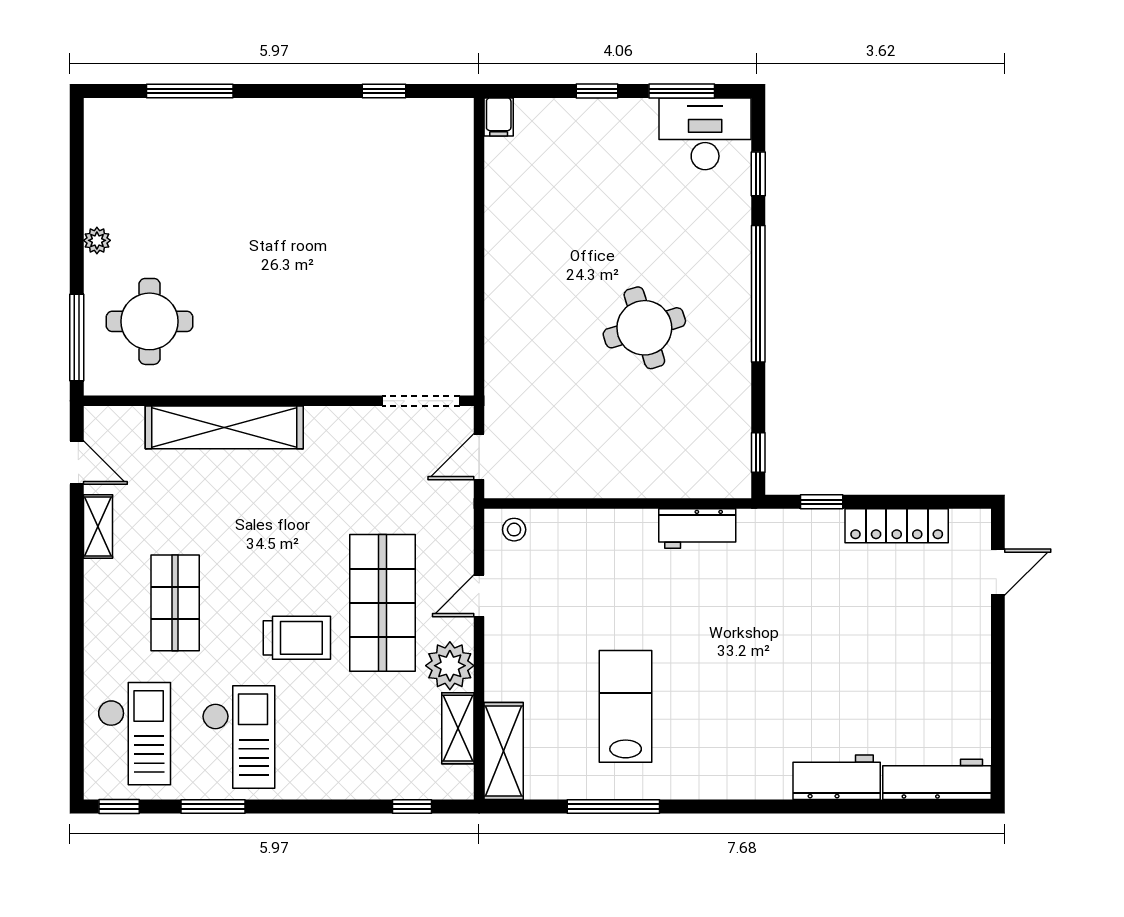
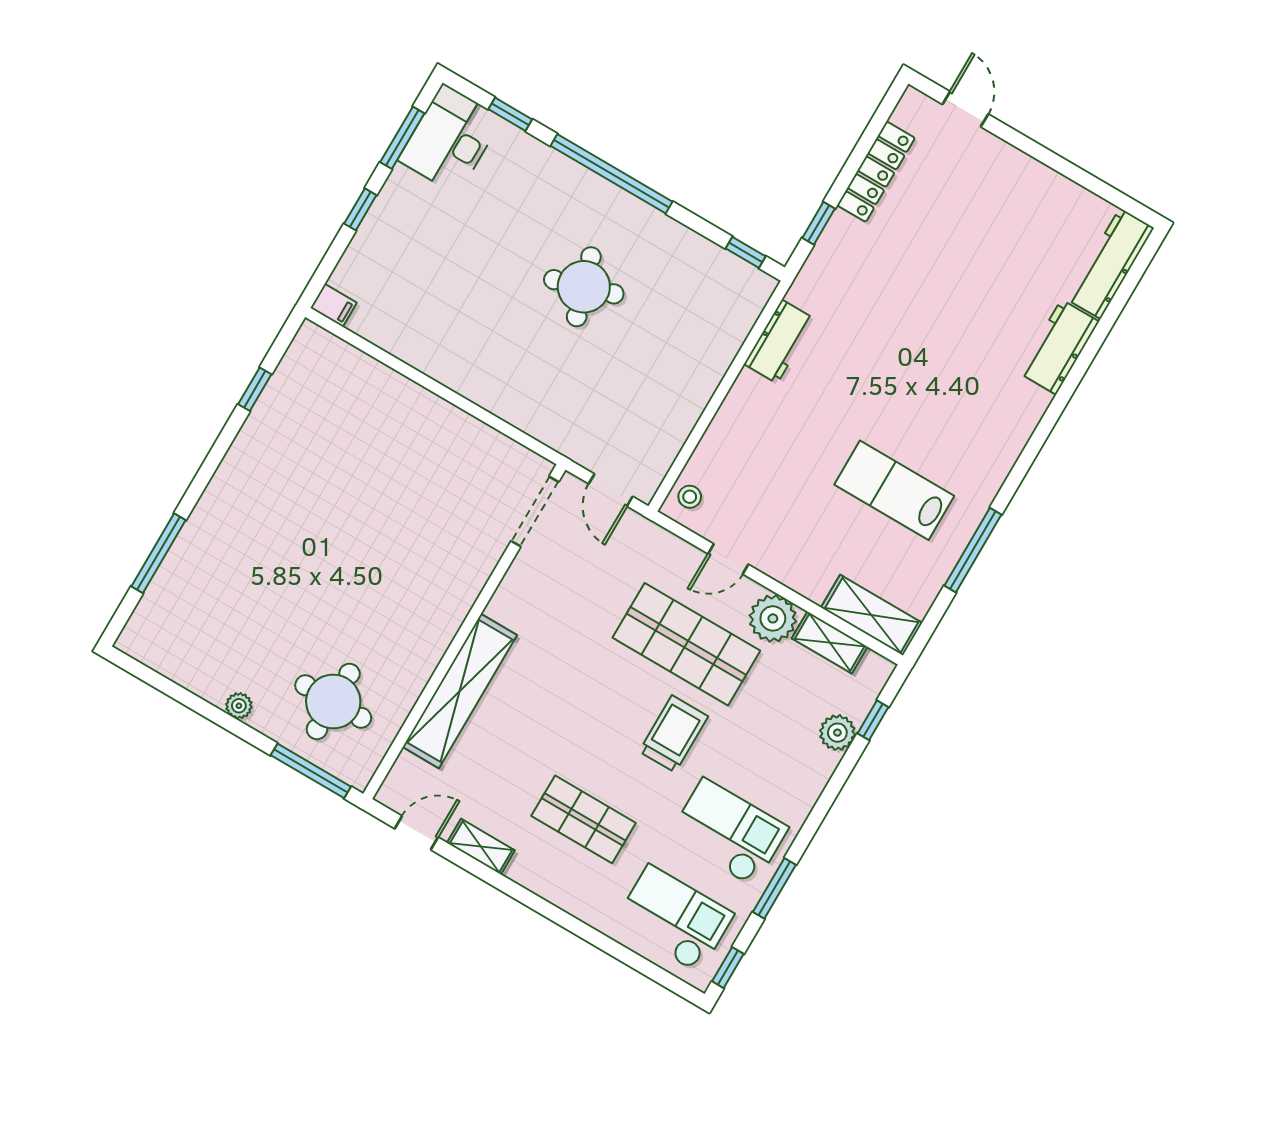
door: (479, 596) -> (728, 559), hinge flipped
plant: (383, 782) -> (837, 733), added

